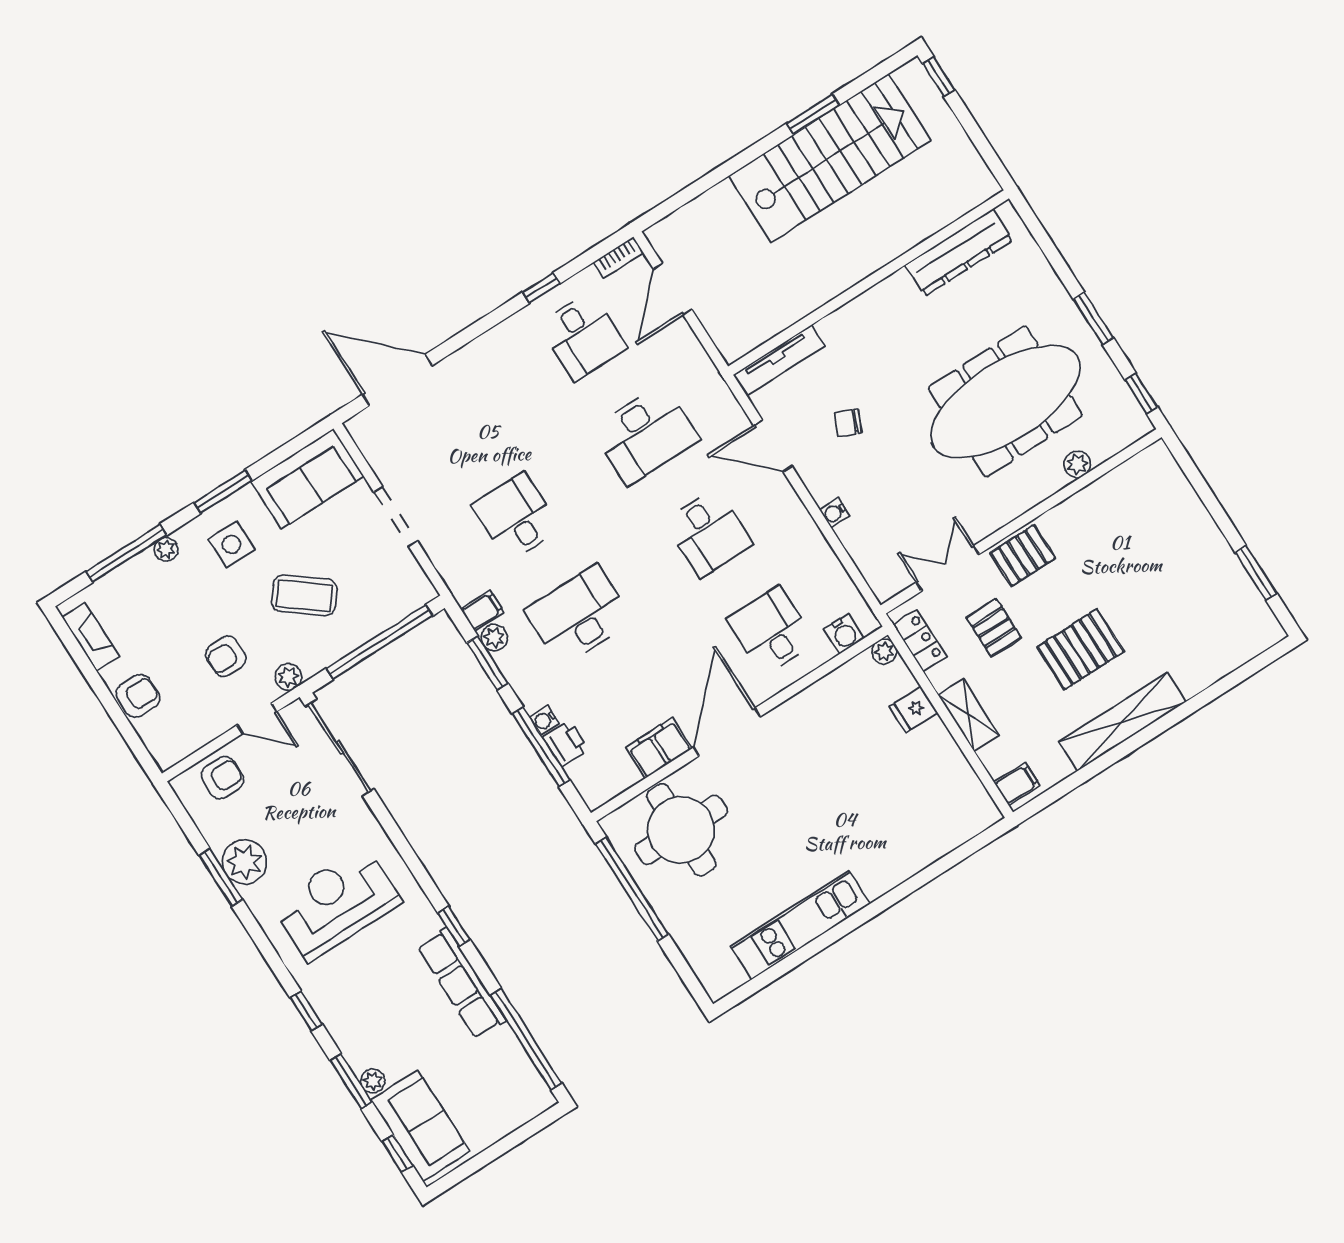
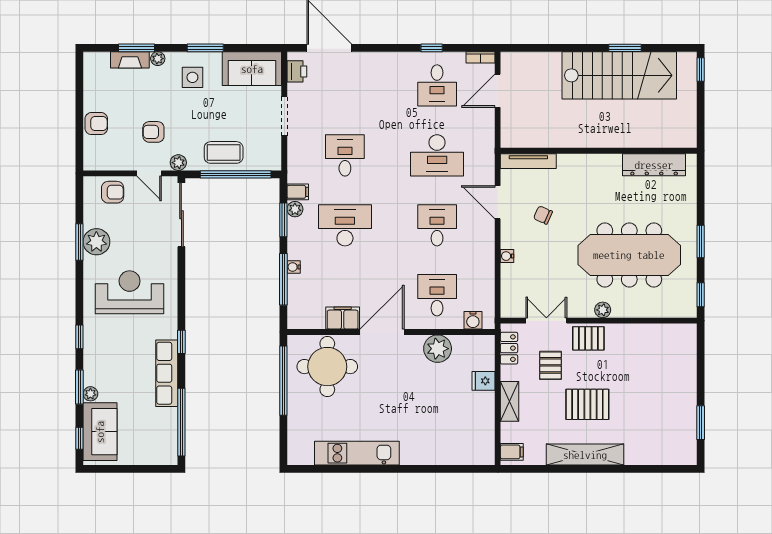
plant: (1077, 464) -> (603, 310), moved
desk: (708, 533) -> (437, 225), turned 180
window: (126, 553) -> (136, 48), width x0.69
coffee table: (304, 596) -> (224, 152), moved, turned -38
fireplace: (91, 637) -> (130, 60), moved, turned 90
plant: (884, 652) -> (438, 349), moved, width x1.87, depth x1.87
printer: (566, 744) -> (297, 71), moved

